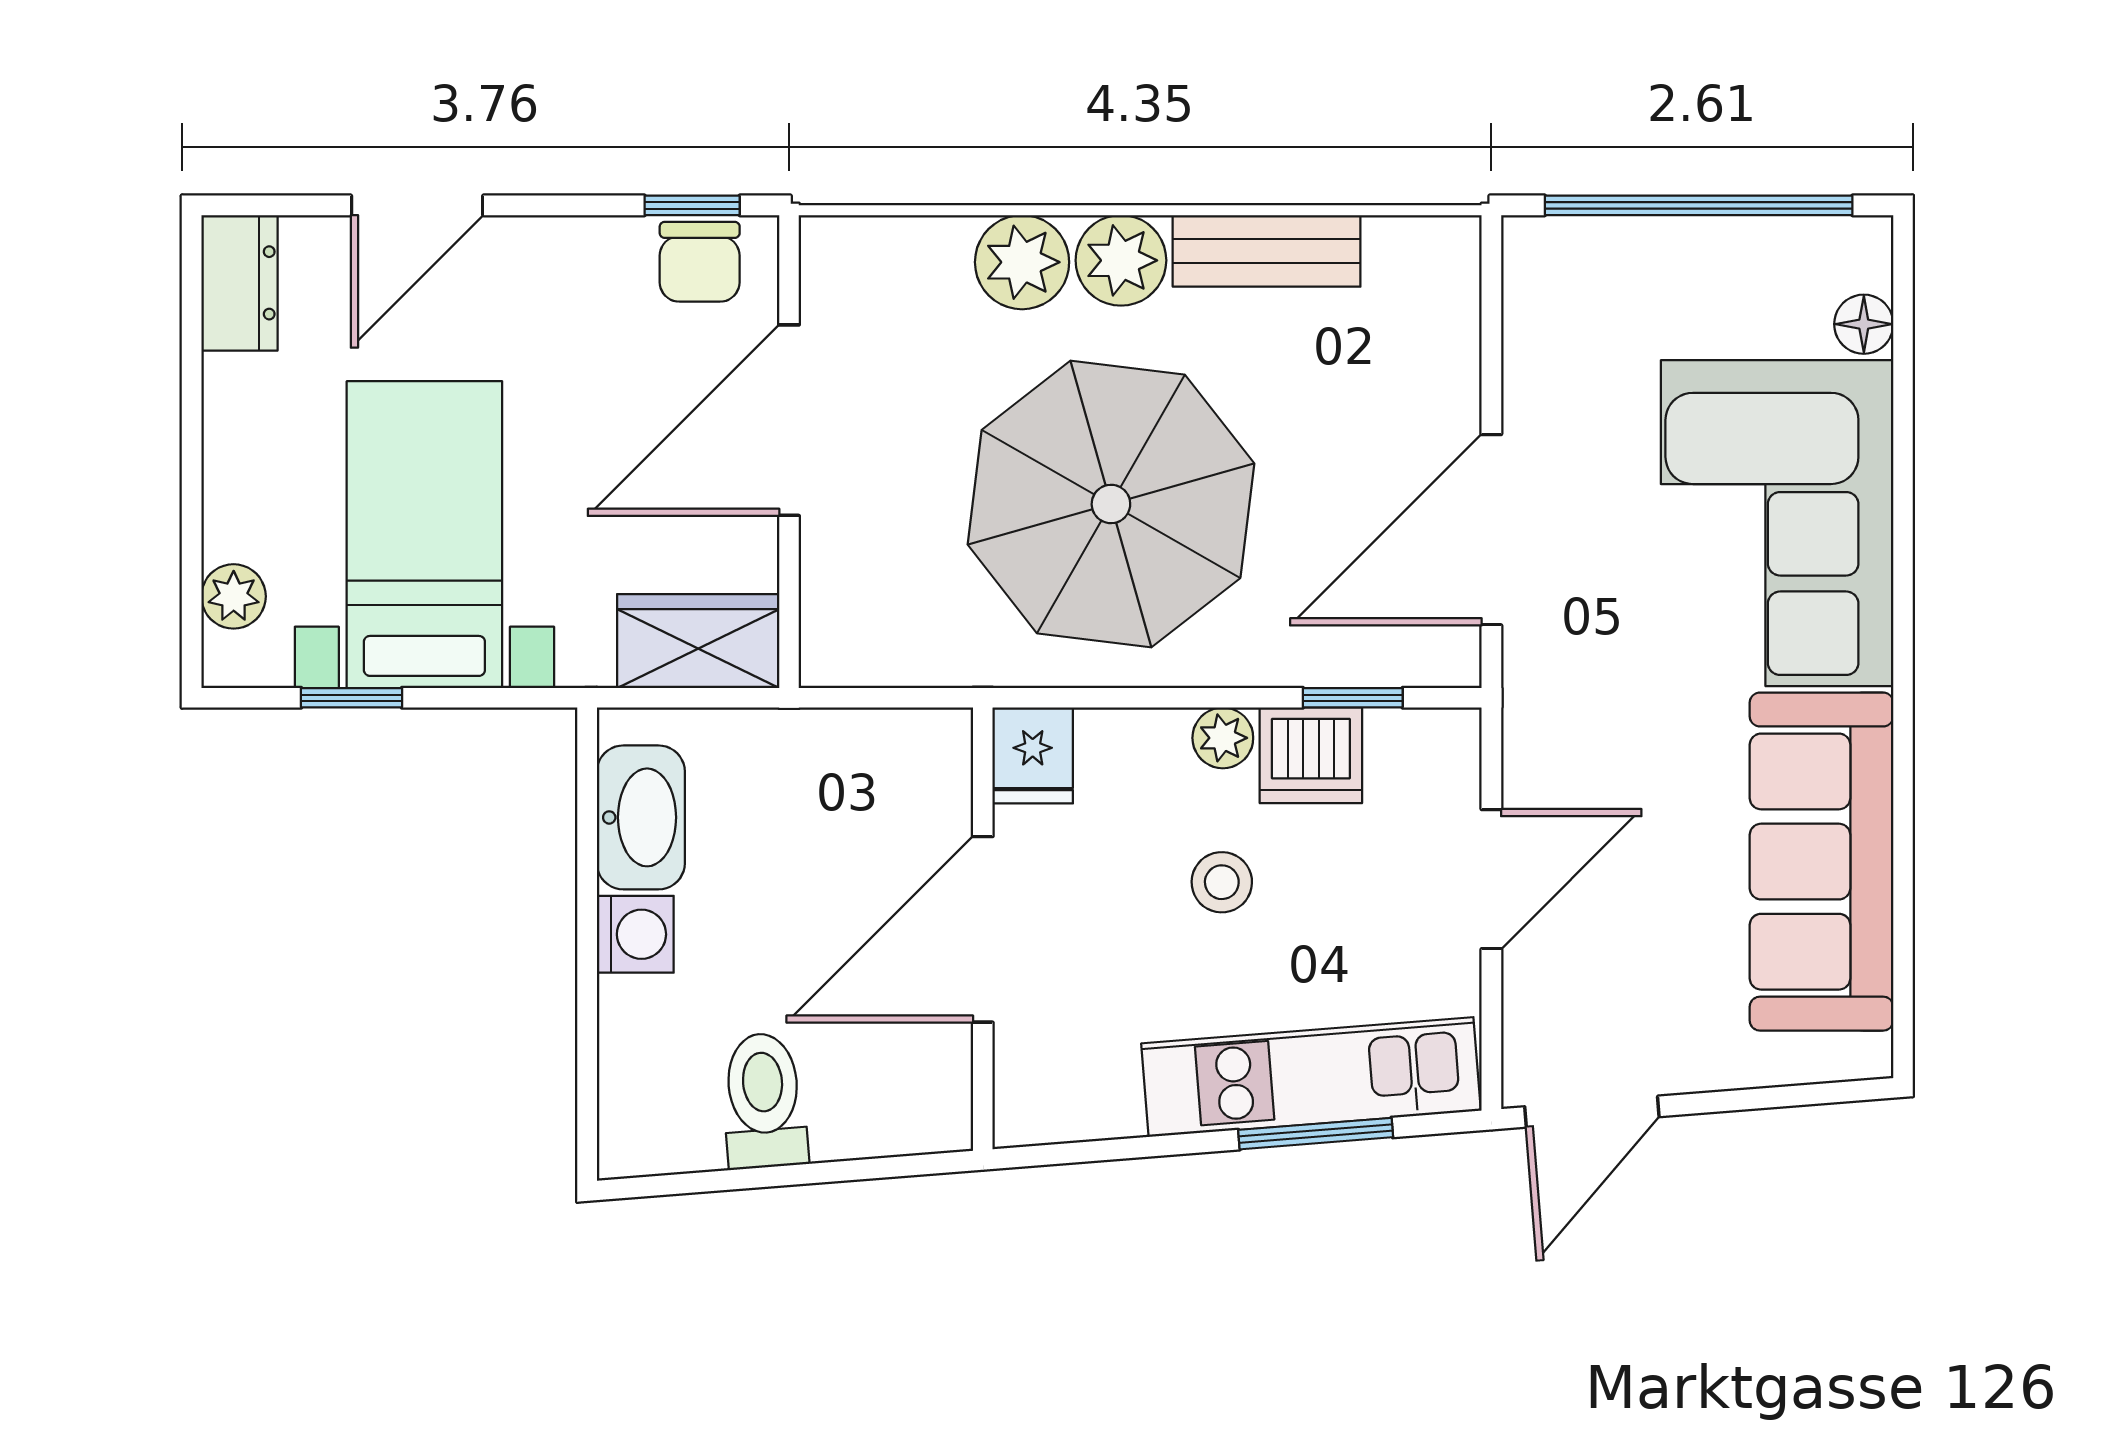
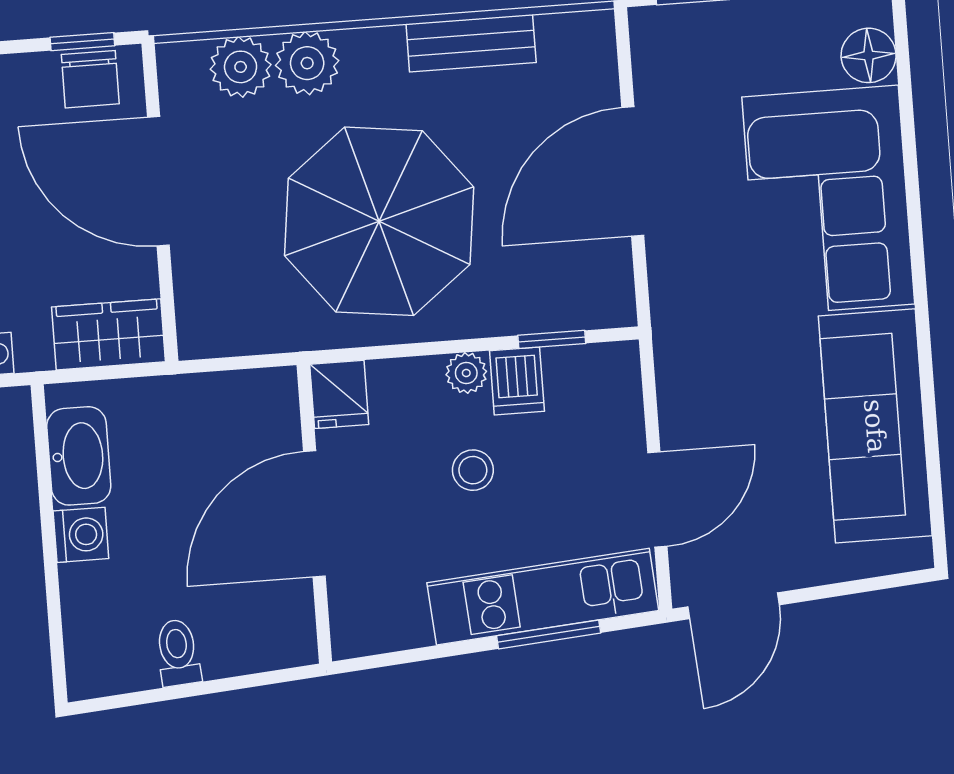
plant: (1121, 260) -> (241, 67), moved
floor lamp: (1864, 324) -> (869, 55), width x1.37, depth x1.37
door: (789, 420) -> (158, 181), hinge flipped
door: (1491, 530) -> (633, 171), moved
dishwasher: (1311, 755) -> (517, 381), width x0.73
door: (1491, 879) -> (657, 499), moved
toilet: (764, 1101) -> (178, 653), width x0.73, depth x0.72

